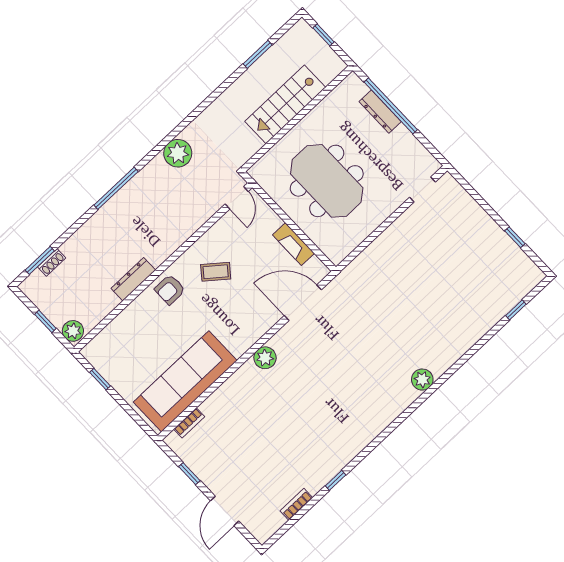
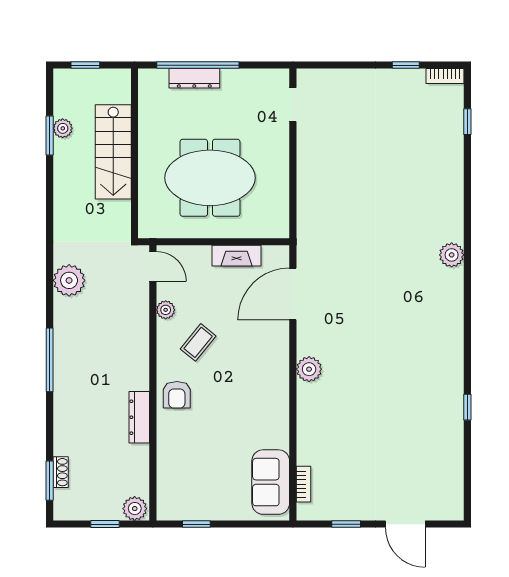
plant: (270, 58) -> (63, 128), added
plant: (217, 232) -> (166, 310), added
sofa: (185, 381) -> (271, 482), width x0.54, depth x0.79
bookcase: (296, 504) -> (445, 76), moved, turned -90

